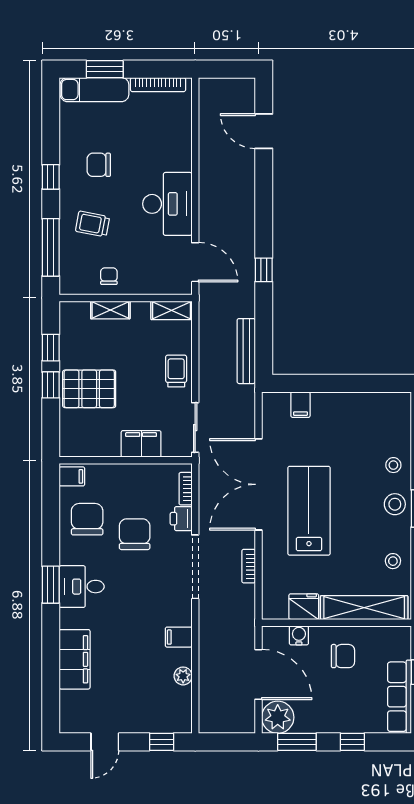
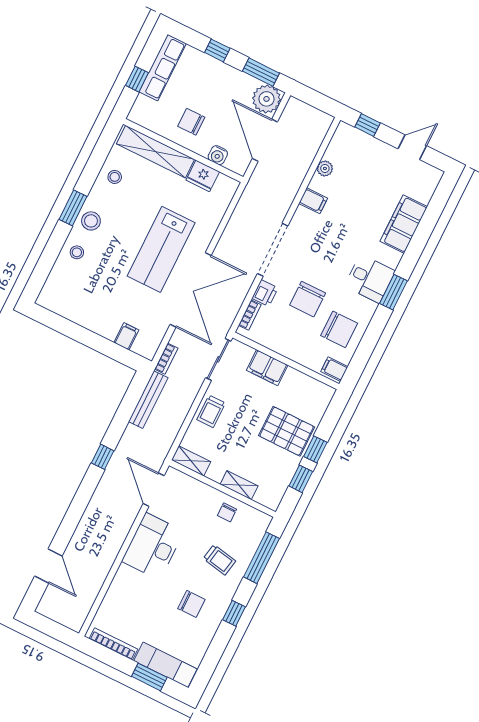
chair: (87, 519) -> (339, 329), turned -90
bookcase: (249, 566) -> (166, 359), moved

